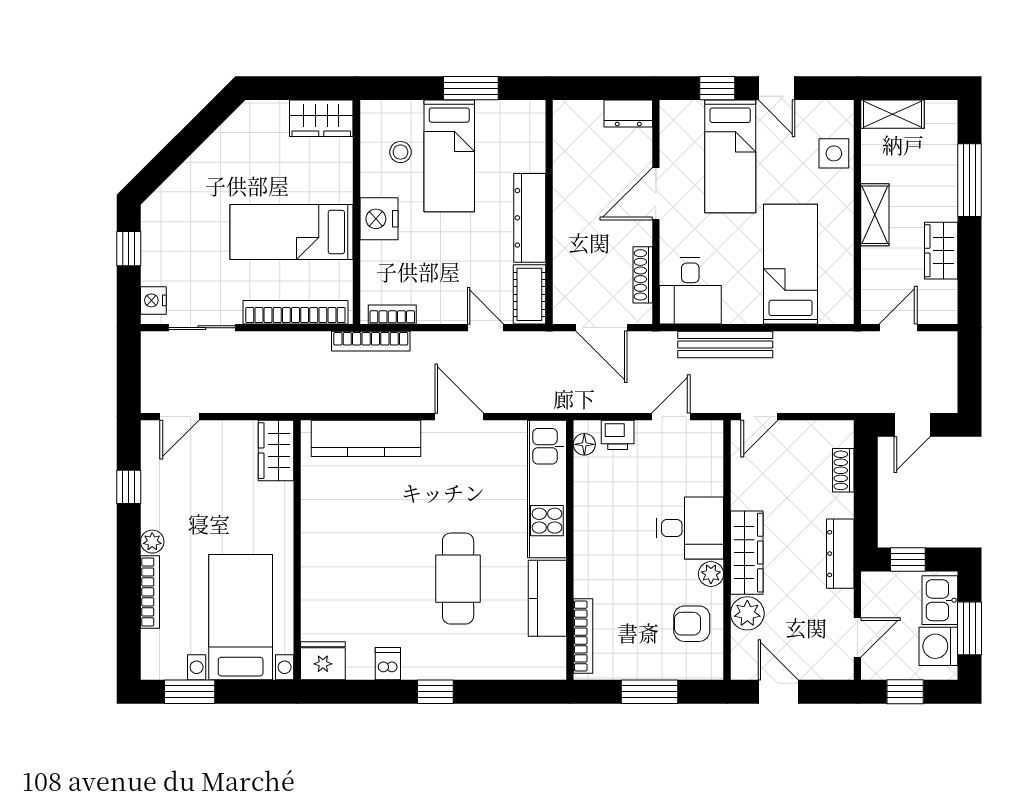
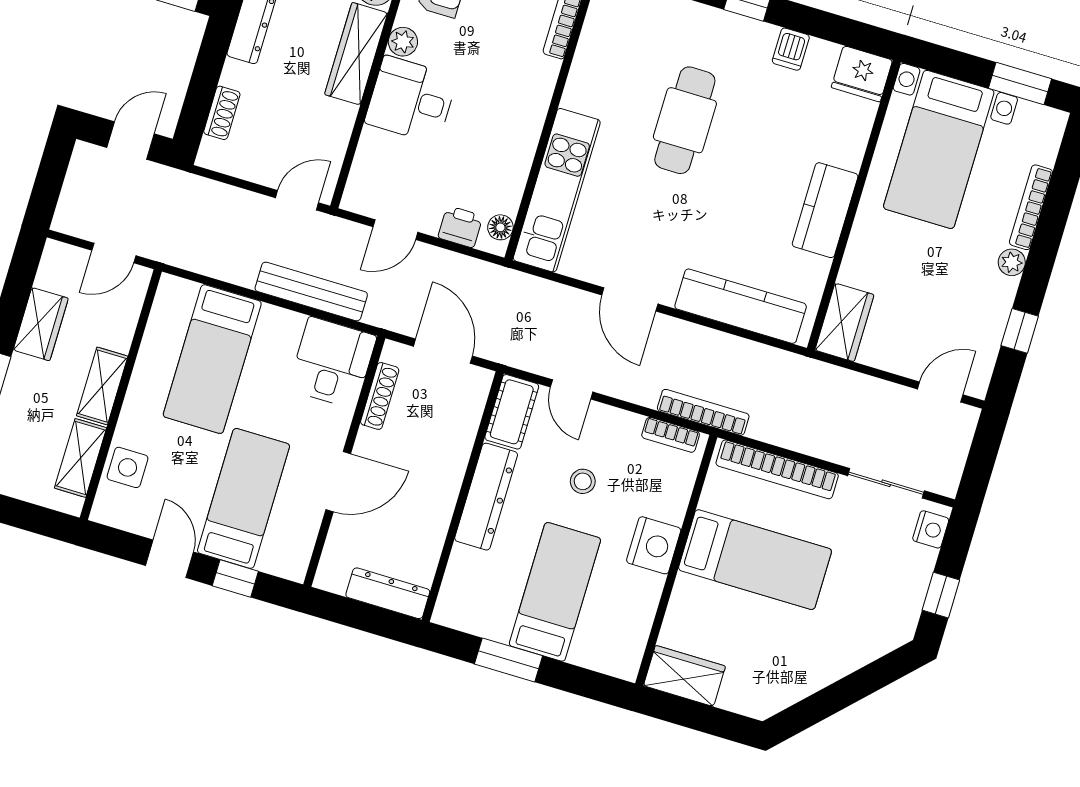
dresser: (628, 113) -> (388, 593), moved, width x1.44
shelving: (893, 114) -> (80, 458), moved, turned 90
stool: (401, 152) -> (583, 481), moved
kitchen counter: (547, 598) -> (825, 210), moved, turned 180

